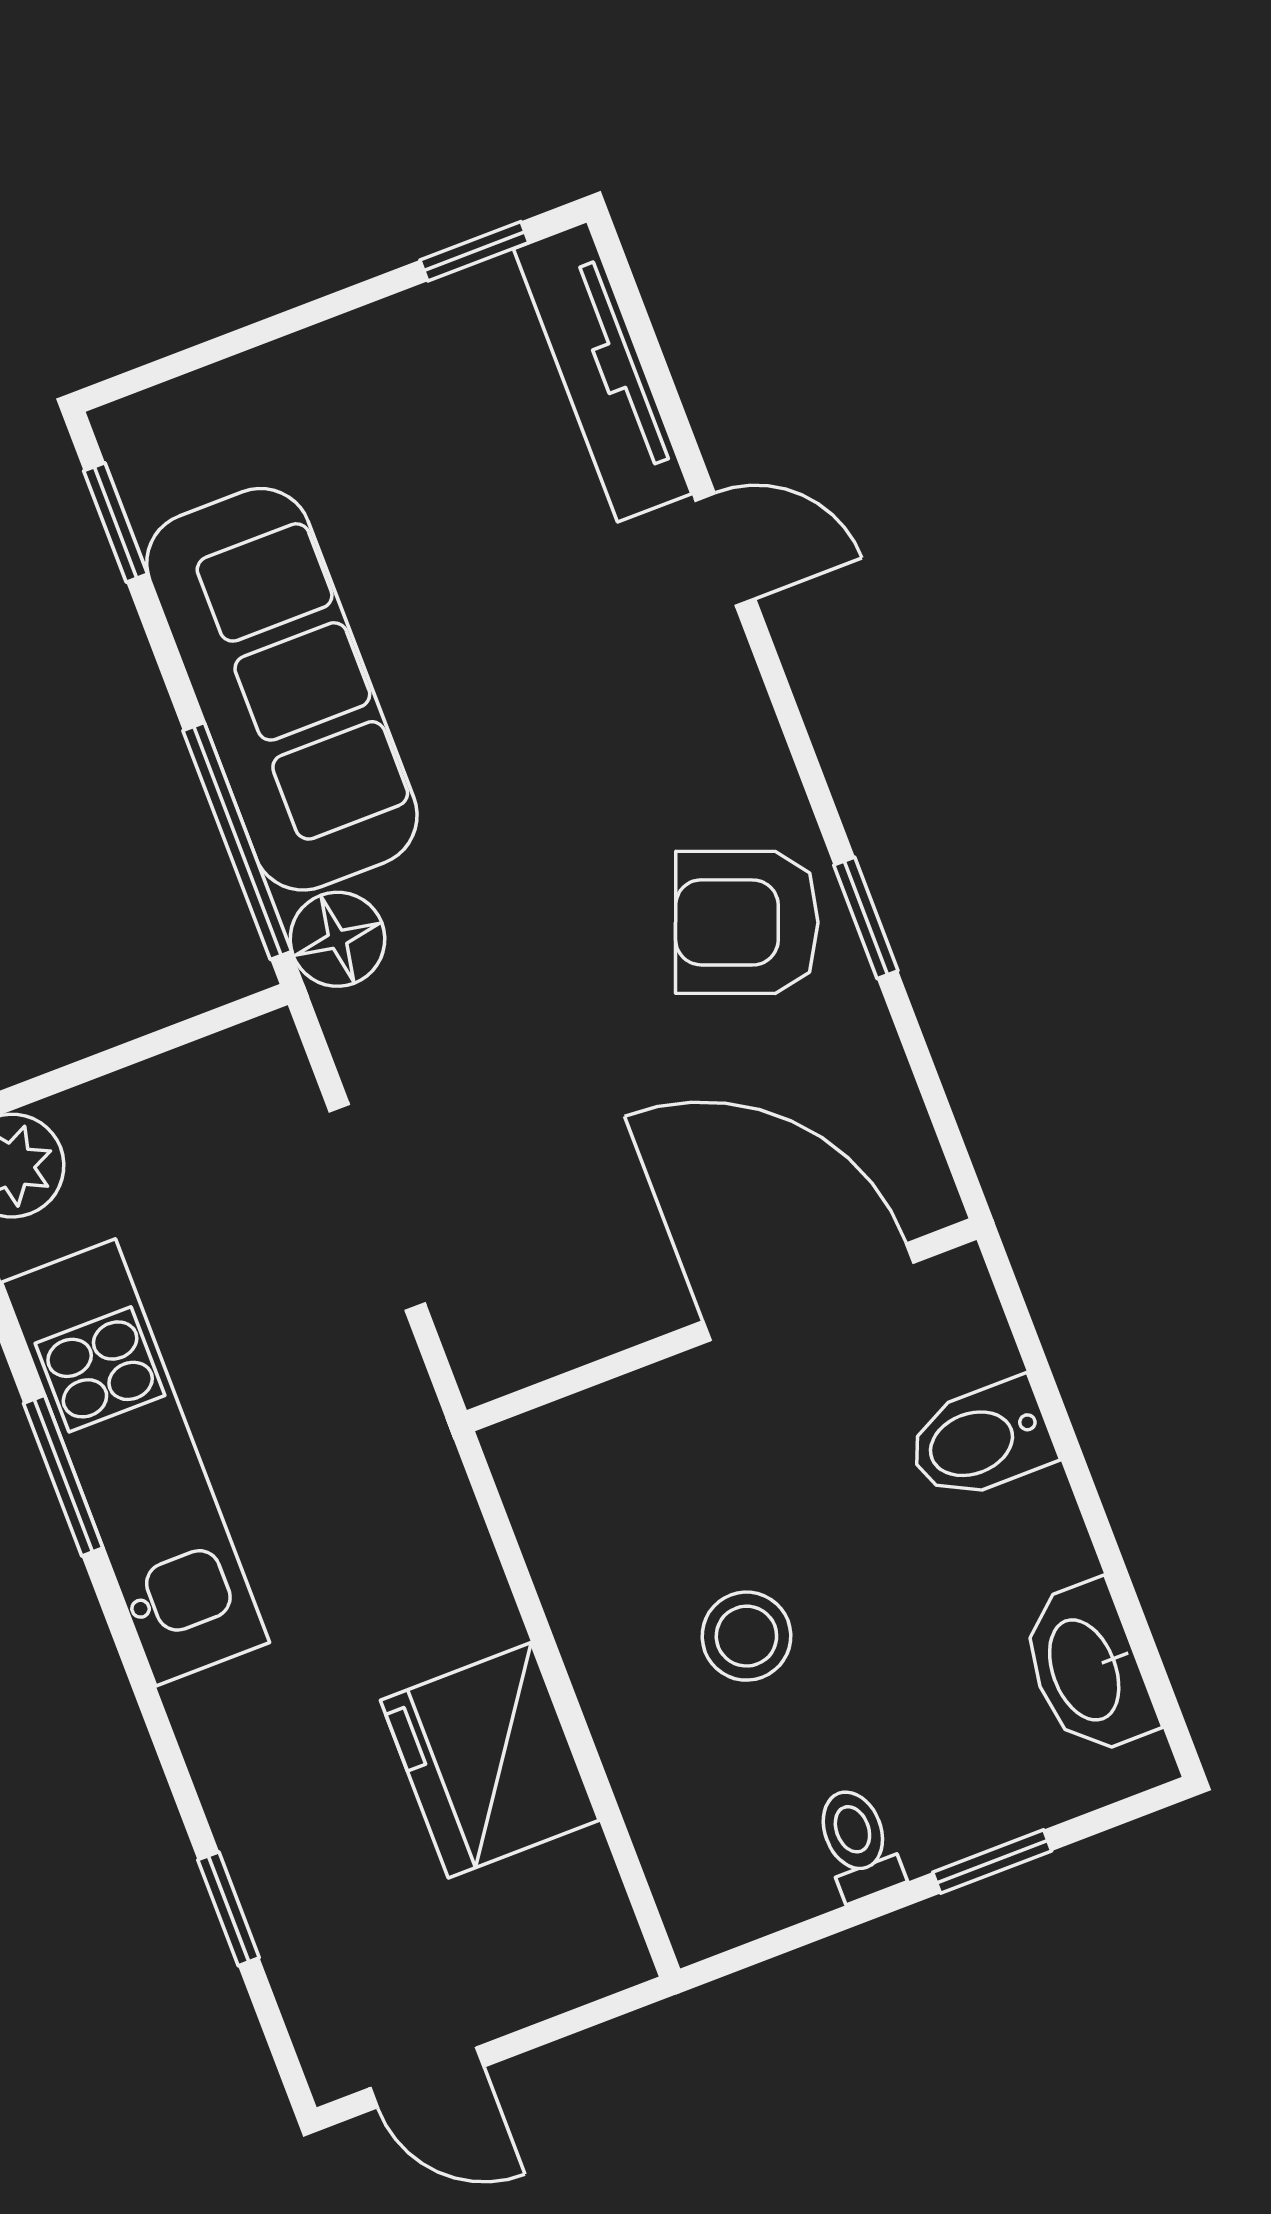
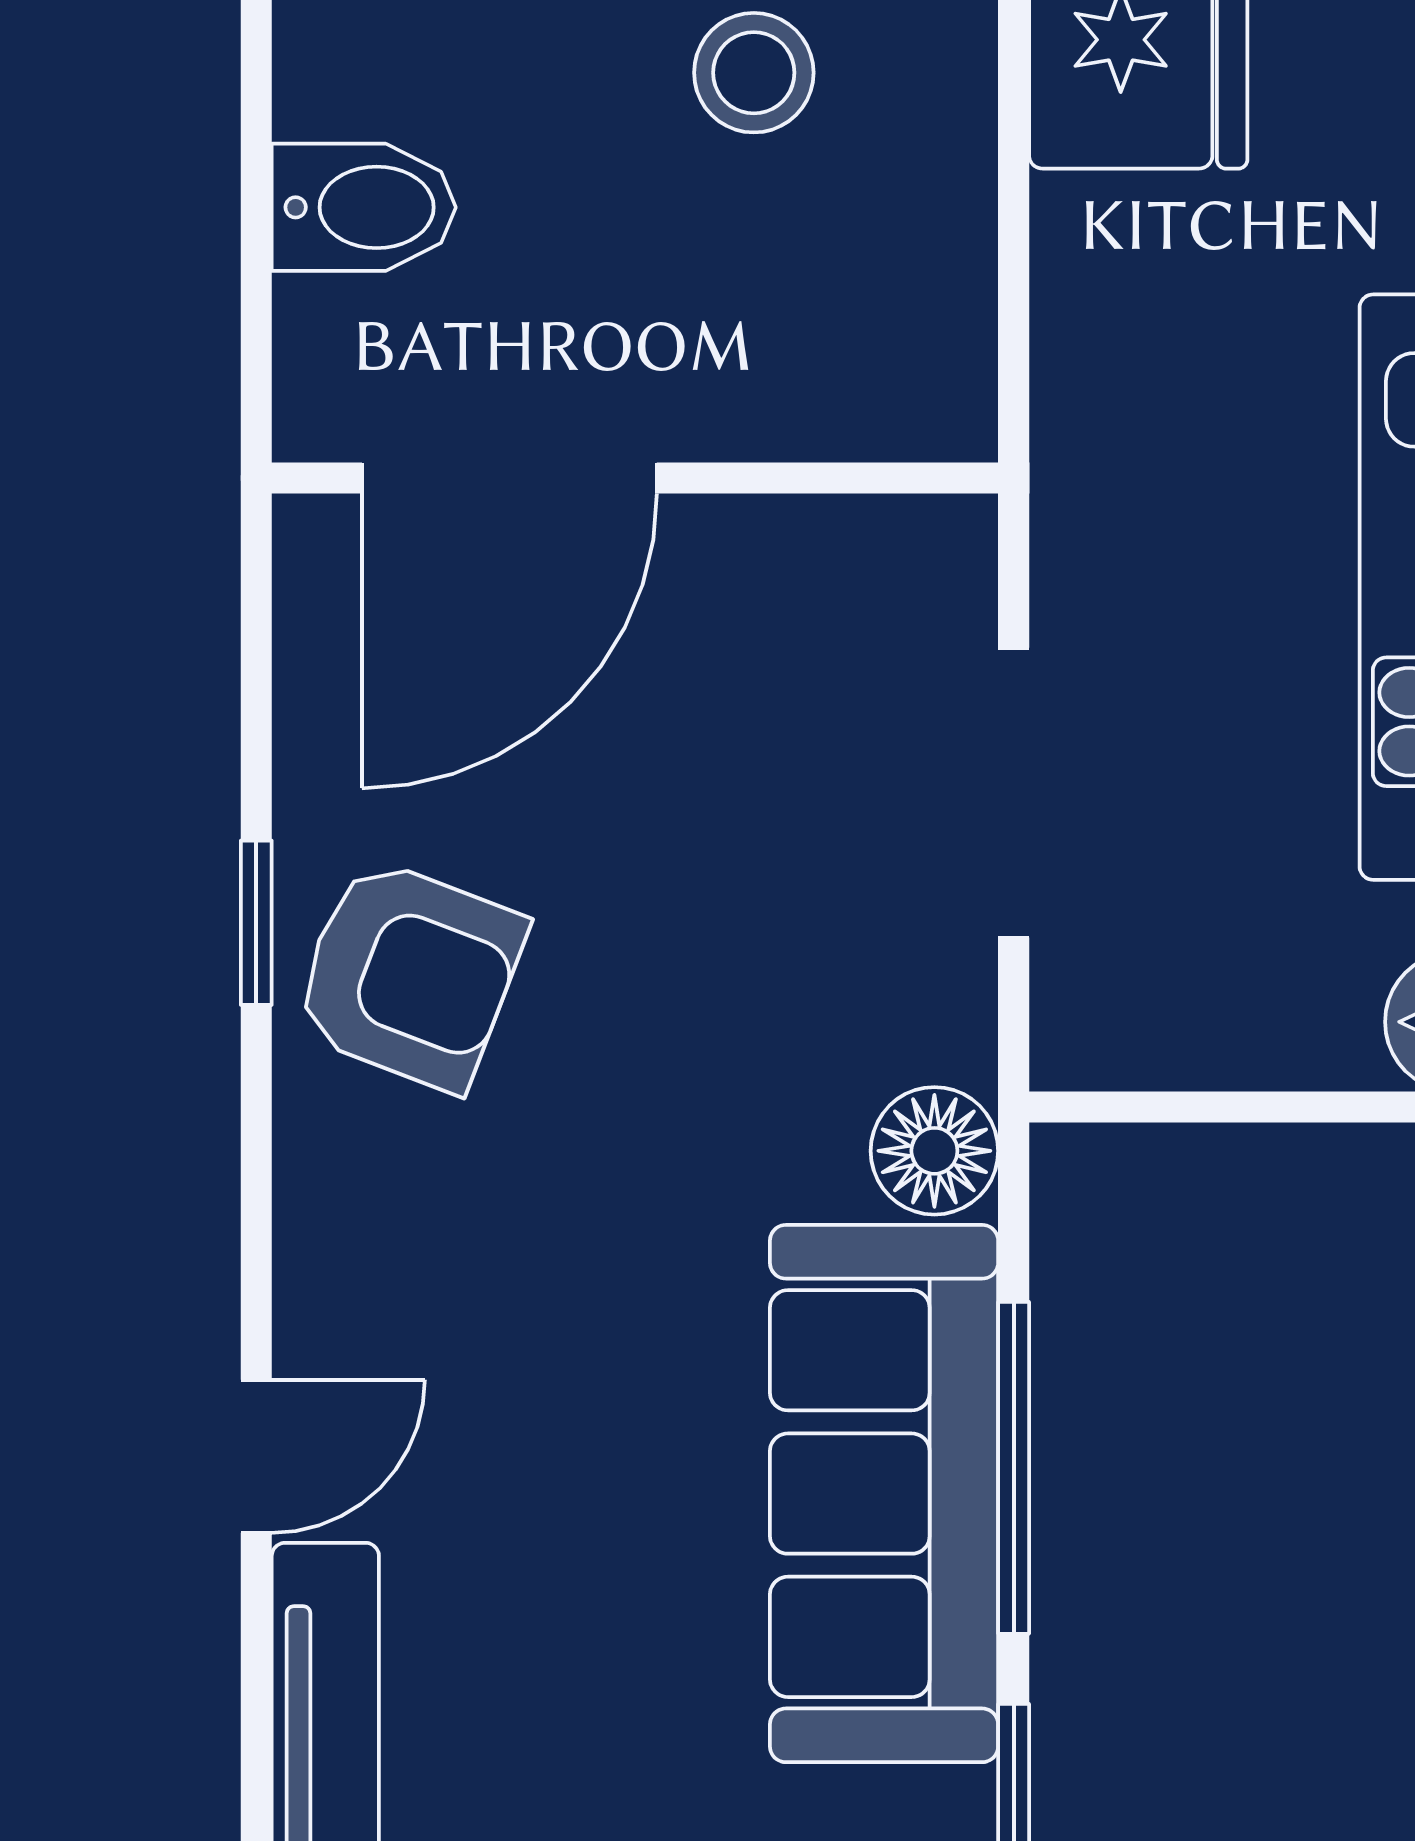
door: (725, 549) -> (256, 1456), swing flipped
window: (237, 841) -> (1014, 1468), moved
door: (808, 1292) -> (509, 478), hinge flipped

